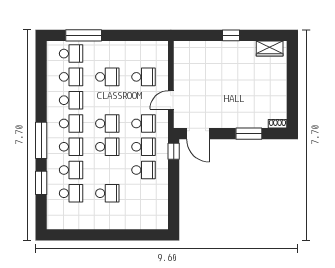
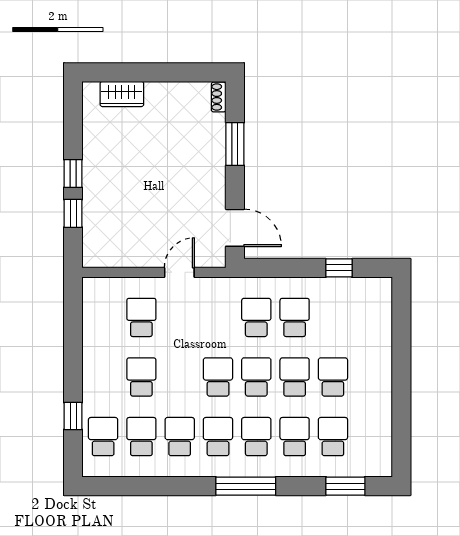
window: (84, 35) -> (73, 416), width x0.46
window: (207, 35) -> (73, 213), added
wardrobe: (270, 48) -> (122, 94), moved, turned 90
door: (171, 100) -> (179, 272), swing flipped
school desk: (144, 123) -> (295, 377), moved
door: (198, 134) -> (235, 228), hinge flipped
window: (174, 151) -> (339, 268), moved
window: (41, 183) -> (345, 486), moved

